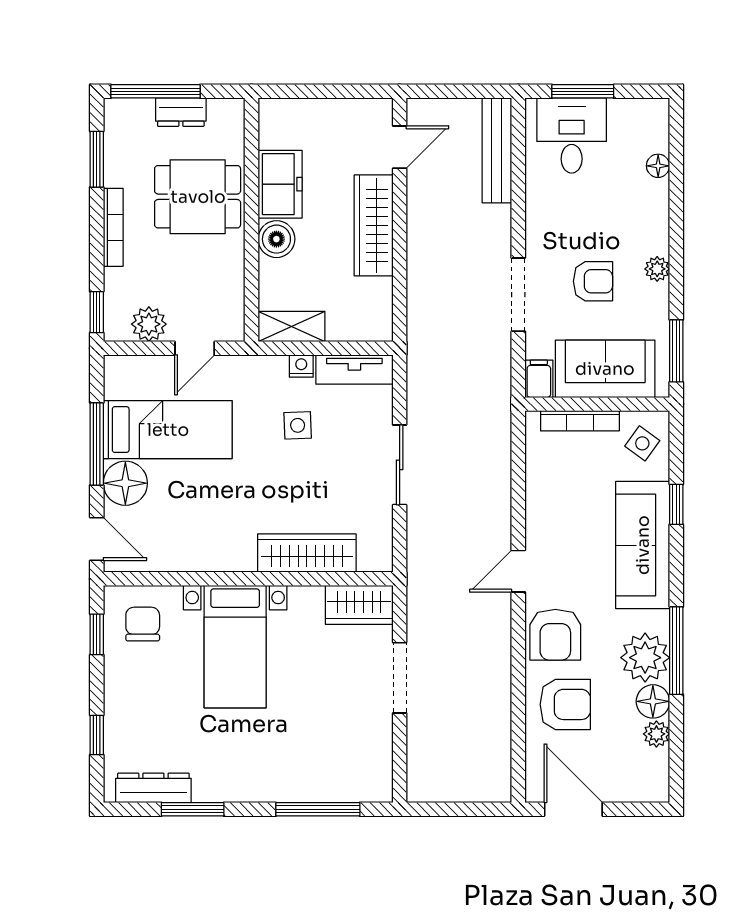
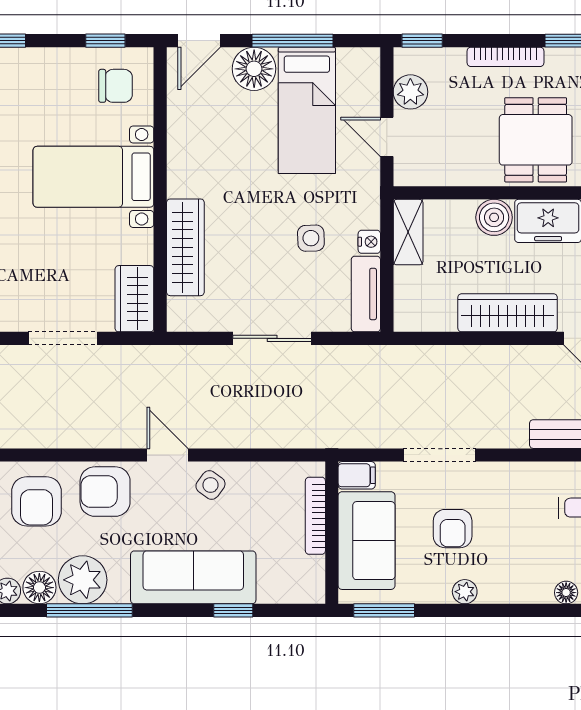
side table: (642, 443) -> (210, 485), moved

